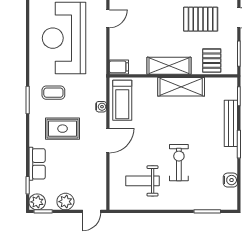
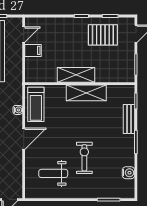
pallet: (212, 61) -> (112, 70), removed
filing cabinet: (119, 67) -> (33, 50), moved
bench: (231, 123) -> (129, 119), width x0.73

